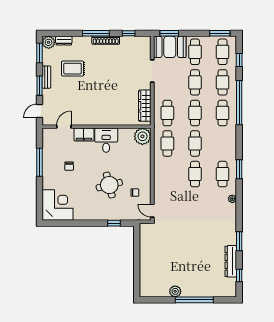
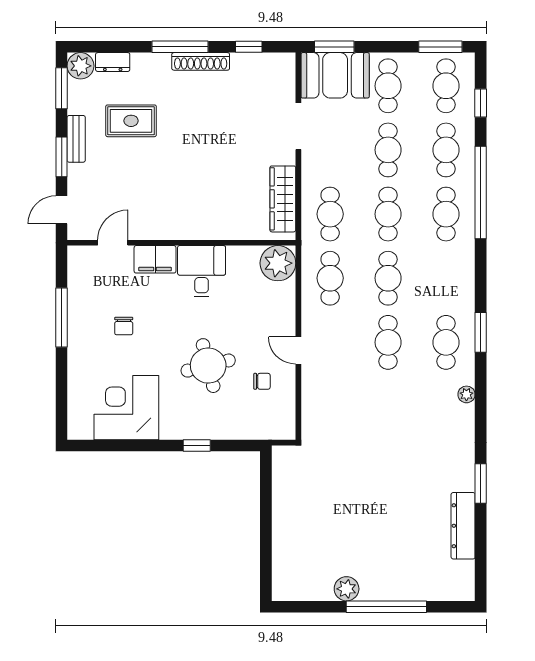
corner desk: (58, 205) -> (126, 408), moved, turned -90
door: (152, 211) -> (298, 350), moved
window: (114, 223) -> (197, 445), moved
window: (239, 275) -> (481, 555), removed

